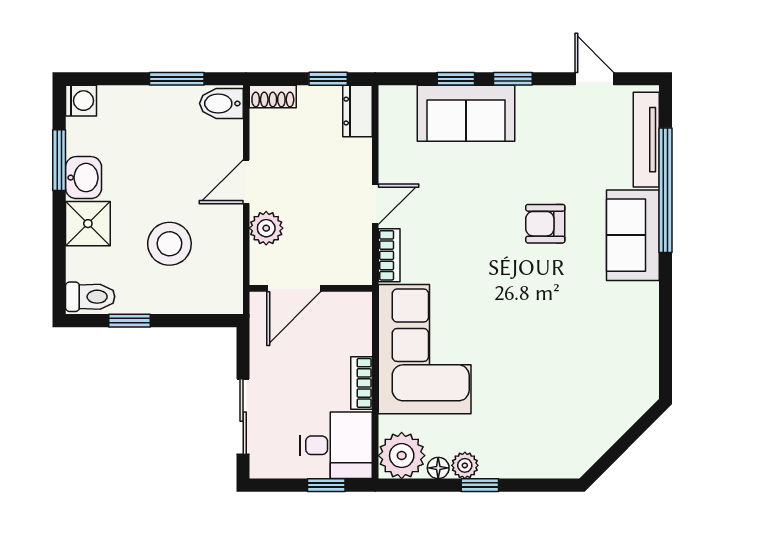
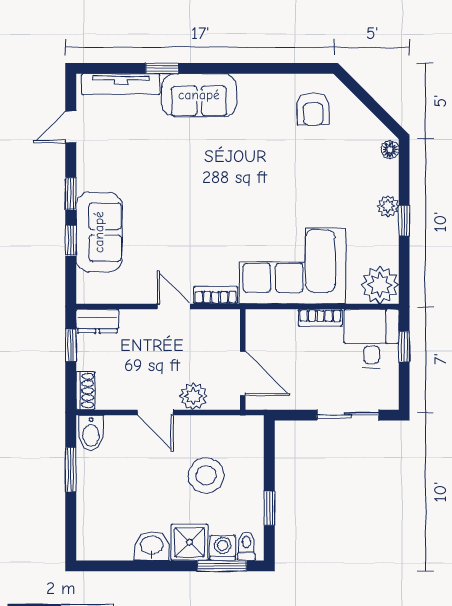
washing machine: (81, 101) -> (223, 548), moved
window: (59, 160) -> (222, 566), moved
window: (666, 190) -> (162, 68), width x0.32
armchair: (545, 224) -> (313, 109), moved
toilet: (90, 297) -> (246, 546), width x0.73, depth x0.72
plant: (465, 465) -> (388, 206), moved
floor lamp: (438, 468) -> (390, 150), moved

